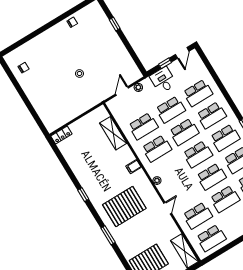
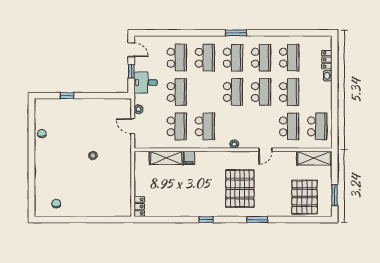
school desk: (184, 132) -> (205, 92), removed
filing cabinet: (134, 167) -> (189, 158), moved
door: (168, 208) -> (265, 150), swing flipped

